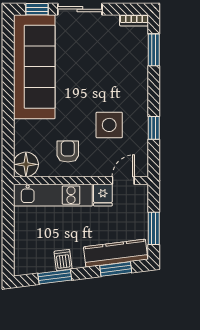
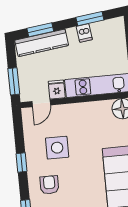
window: (154, 128) -> (22, 163), moved
armchair: (68, 151) -> (49, 185), moved, turned 180
window: (154, 228) -> (14, 81), moved

